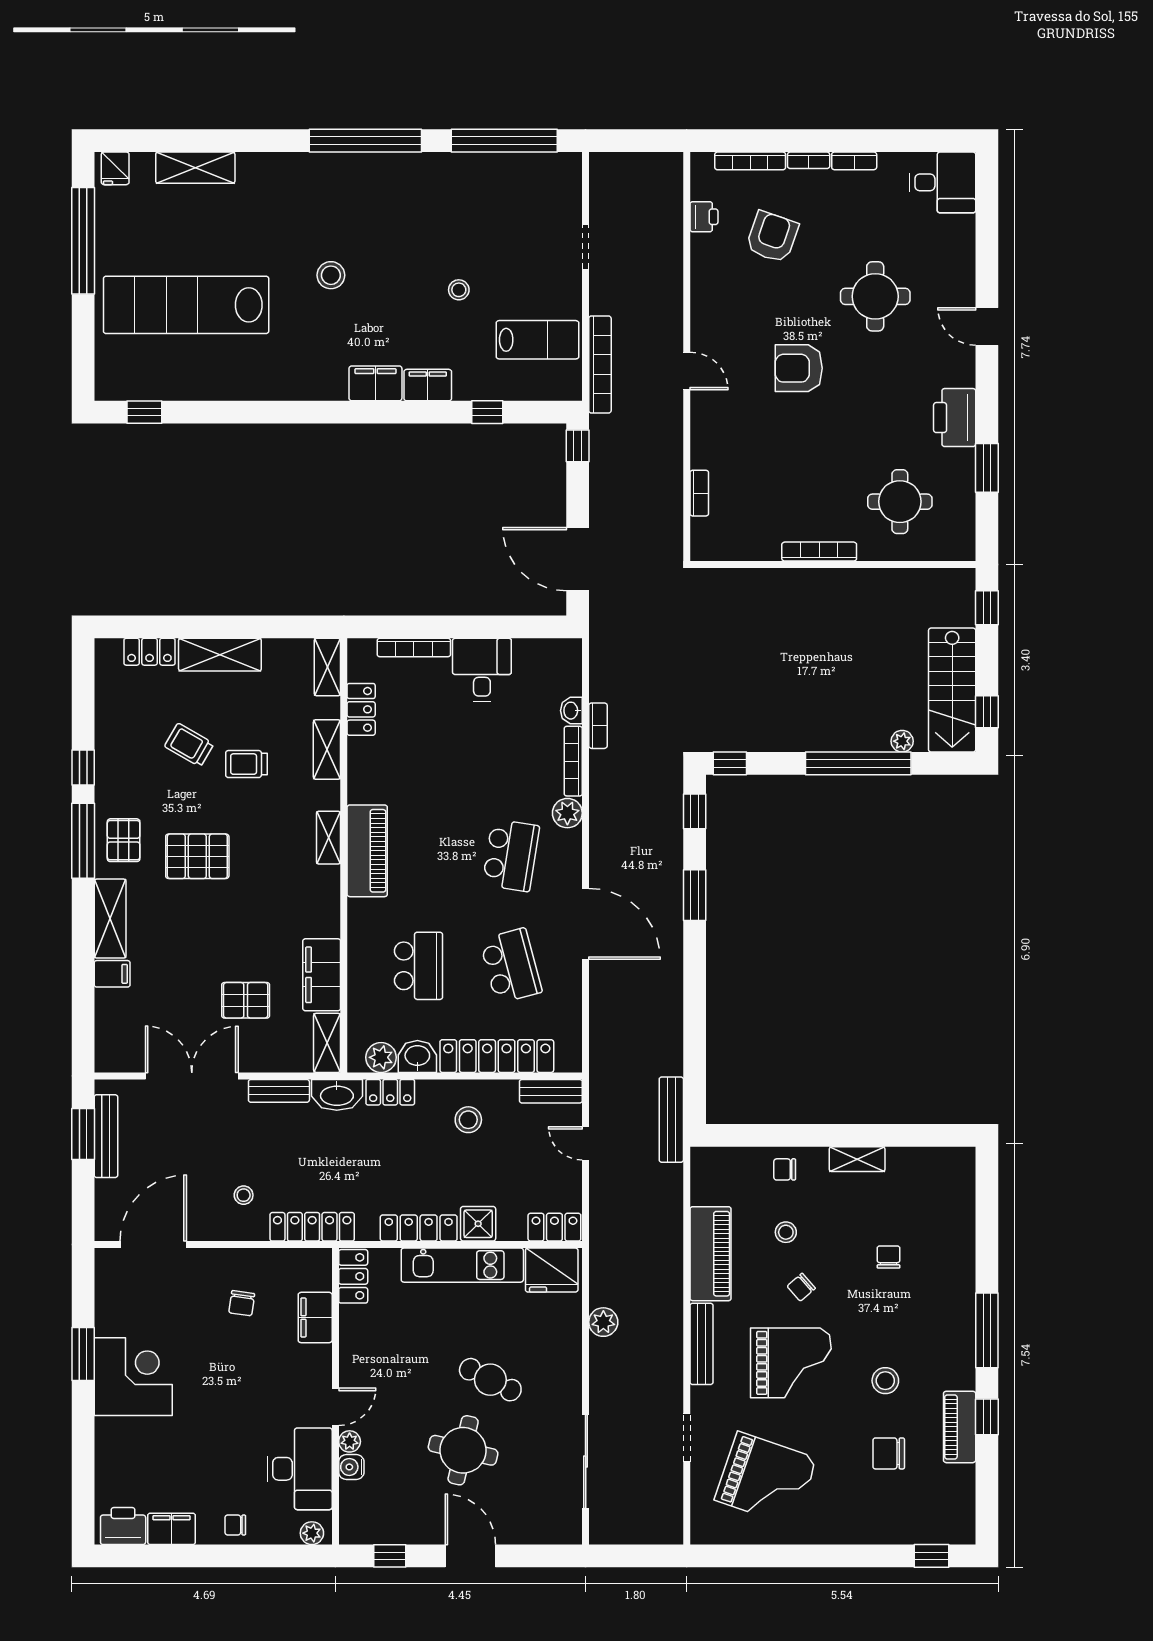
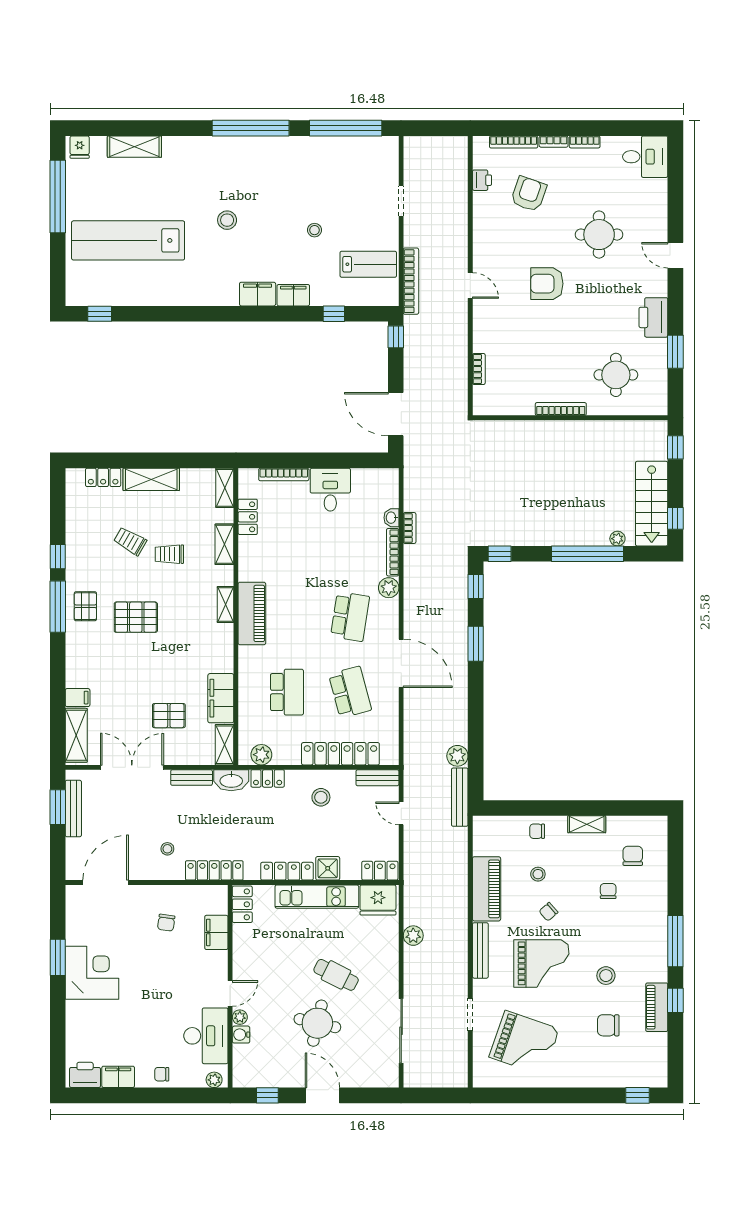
shelving: (110, 919) -> (76, 735), moved
washbasin: (417, 1056) -> (286, 754), removed
plant: (668, 1059) -> (457, 756), added
chair: (925, 1205) -> (633, 856), added

